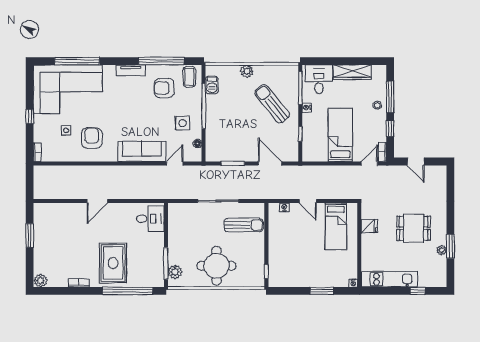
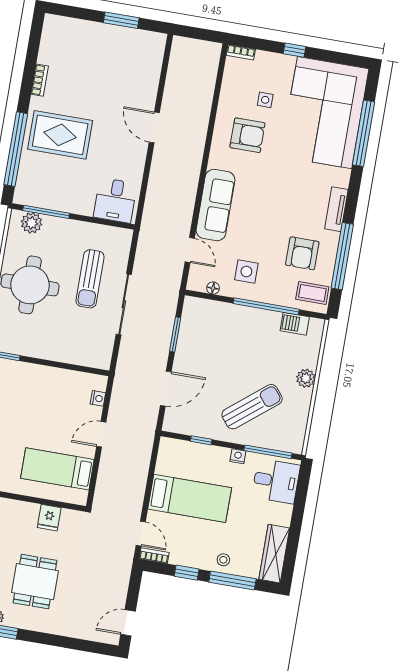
wardrobe: (352, 72) -> (274, 554), moved
armchair: (164, 88) -> (302, 253), turned 180
door: (416, 162) -> (128, 623), moved
sun lounger: (244, 225) -> (90, 279), moved
plant: (41, 281) -> (53, 25), removed

